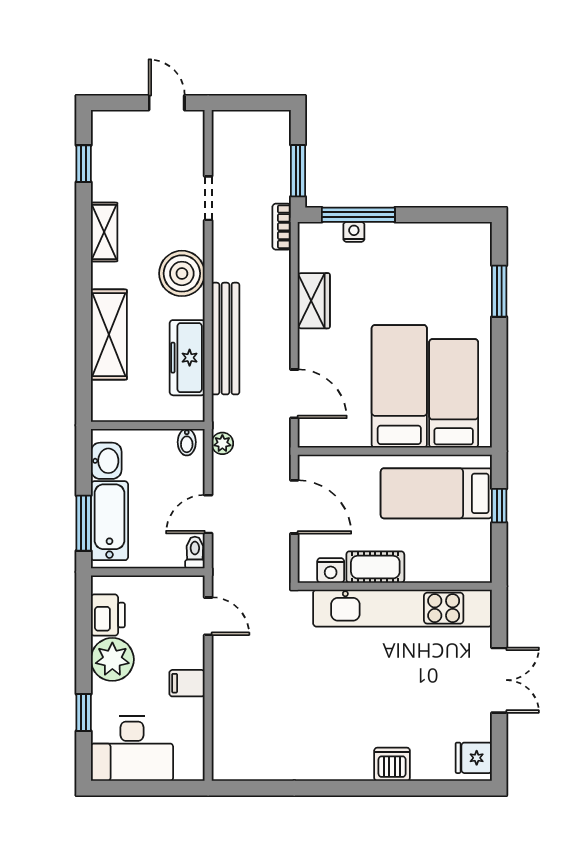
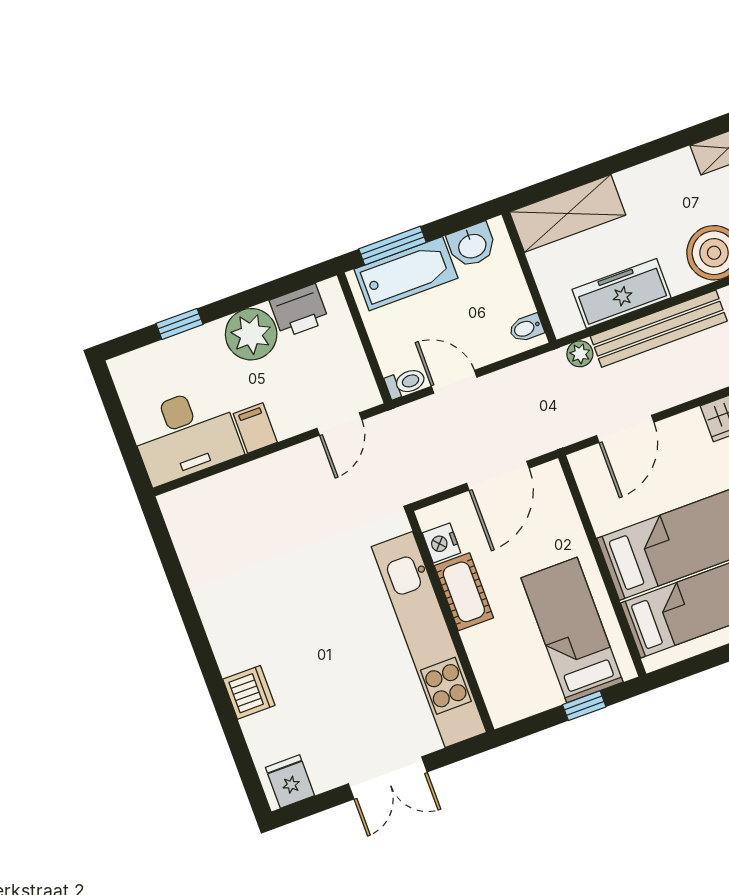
shelving: (109, 335) -> (568, 213), moved
plant: (222, 443) -> (580, 354), moved
desk: (132, 749) -> (185, 435), moved, turned -90

